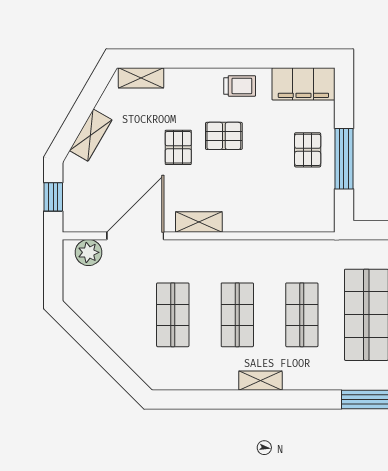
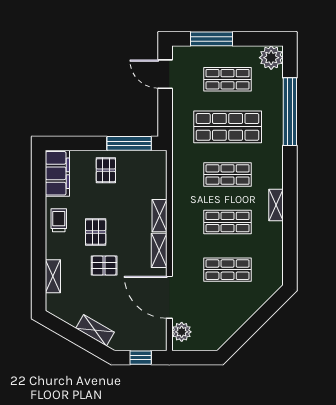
shelving: (141, 78) -> (53, 276), moved
pallet: (308, 150) -> (106, 170), turned 90
window: (344, 159) -> (129, 143), moved
shelving: (246, 223) -> (159, 216), added

